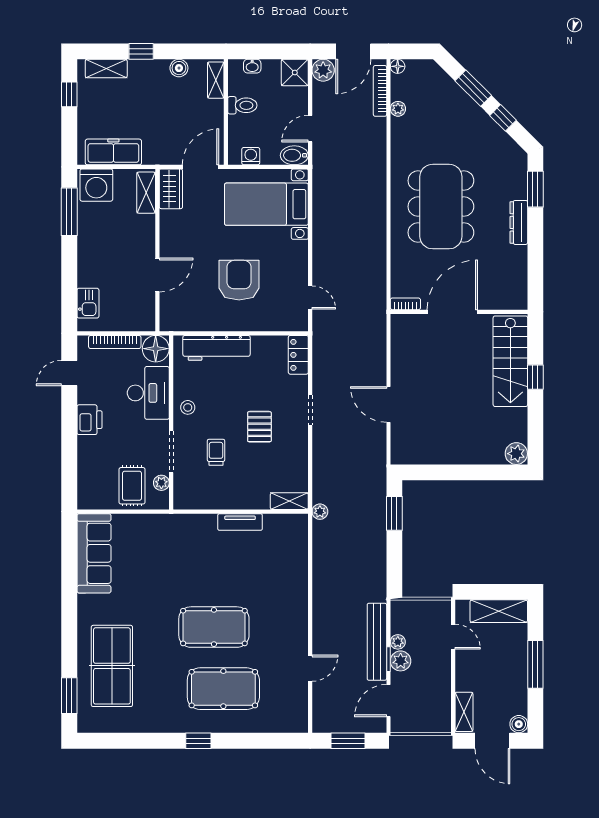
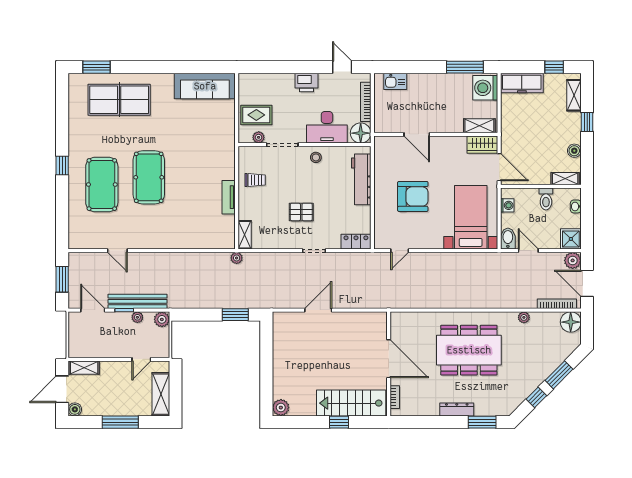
floor lamp: (398, 66) -> (571, 322), width x1.89, depth x1.89
plant: (398, 109) -> (524, 317), moved
freezer: (113, 152) -> (522, 83), moved, turned 90
bookcase: (405, 304) -> (395, 397), moved
trolley: (216, 452) -> (255, 180), moved
plant: (401, 661) -> (162, 319), moved

